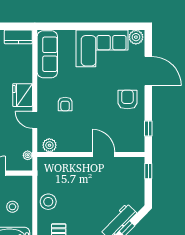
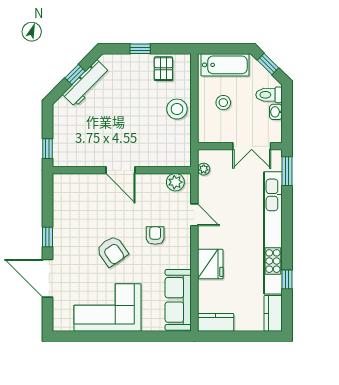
plant: (136, 37) -> (63, 322), removed
fridge: (23, 95) -> (210, 264), moved
armchair: (127, 100) -> (112, 251), moved, turned -35
window: (148, 128) -> (48, 237), moved
door: (103, 155) -> (120, 170), moved

